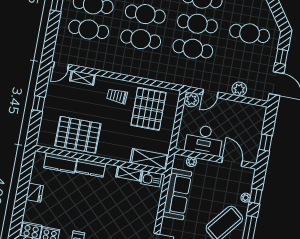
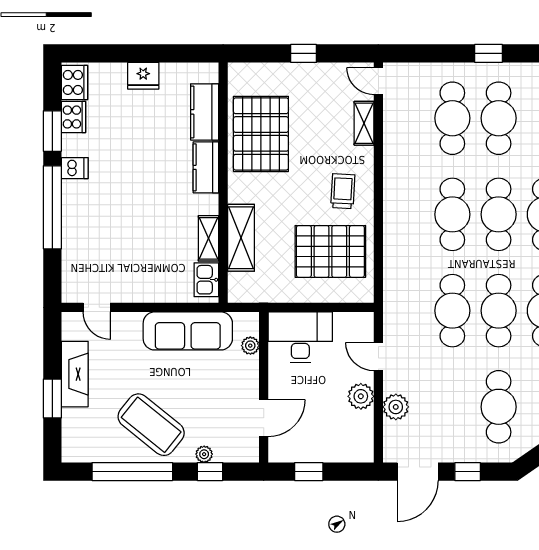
plant: (191, 100) -> (361, 396), moved
desk: (204, 140) -> (300, 337), moved, turned 90
shelving: (149, 159) -> (241, 238), moved

